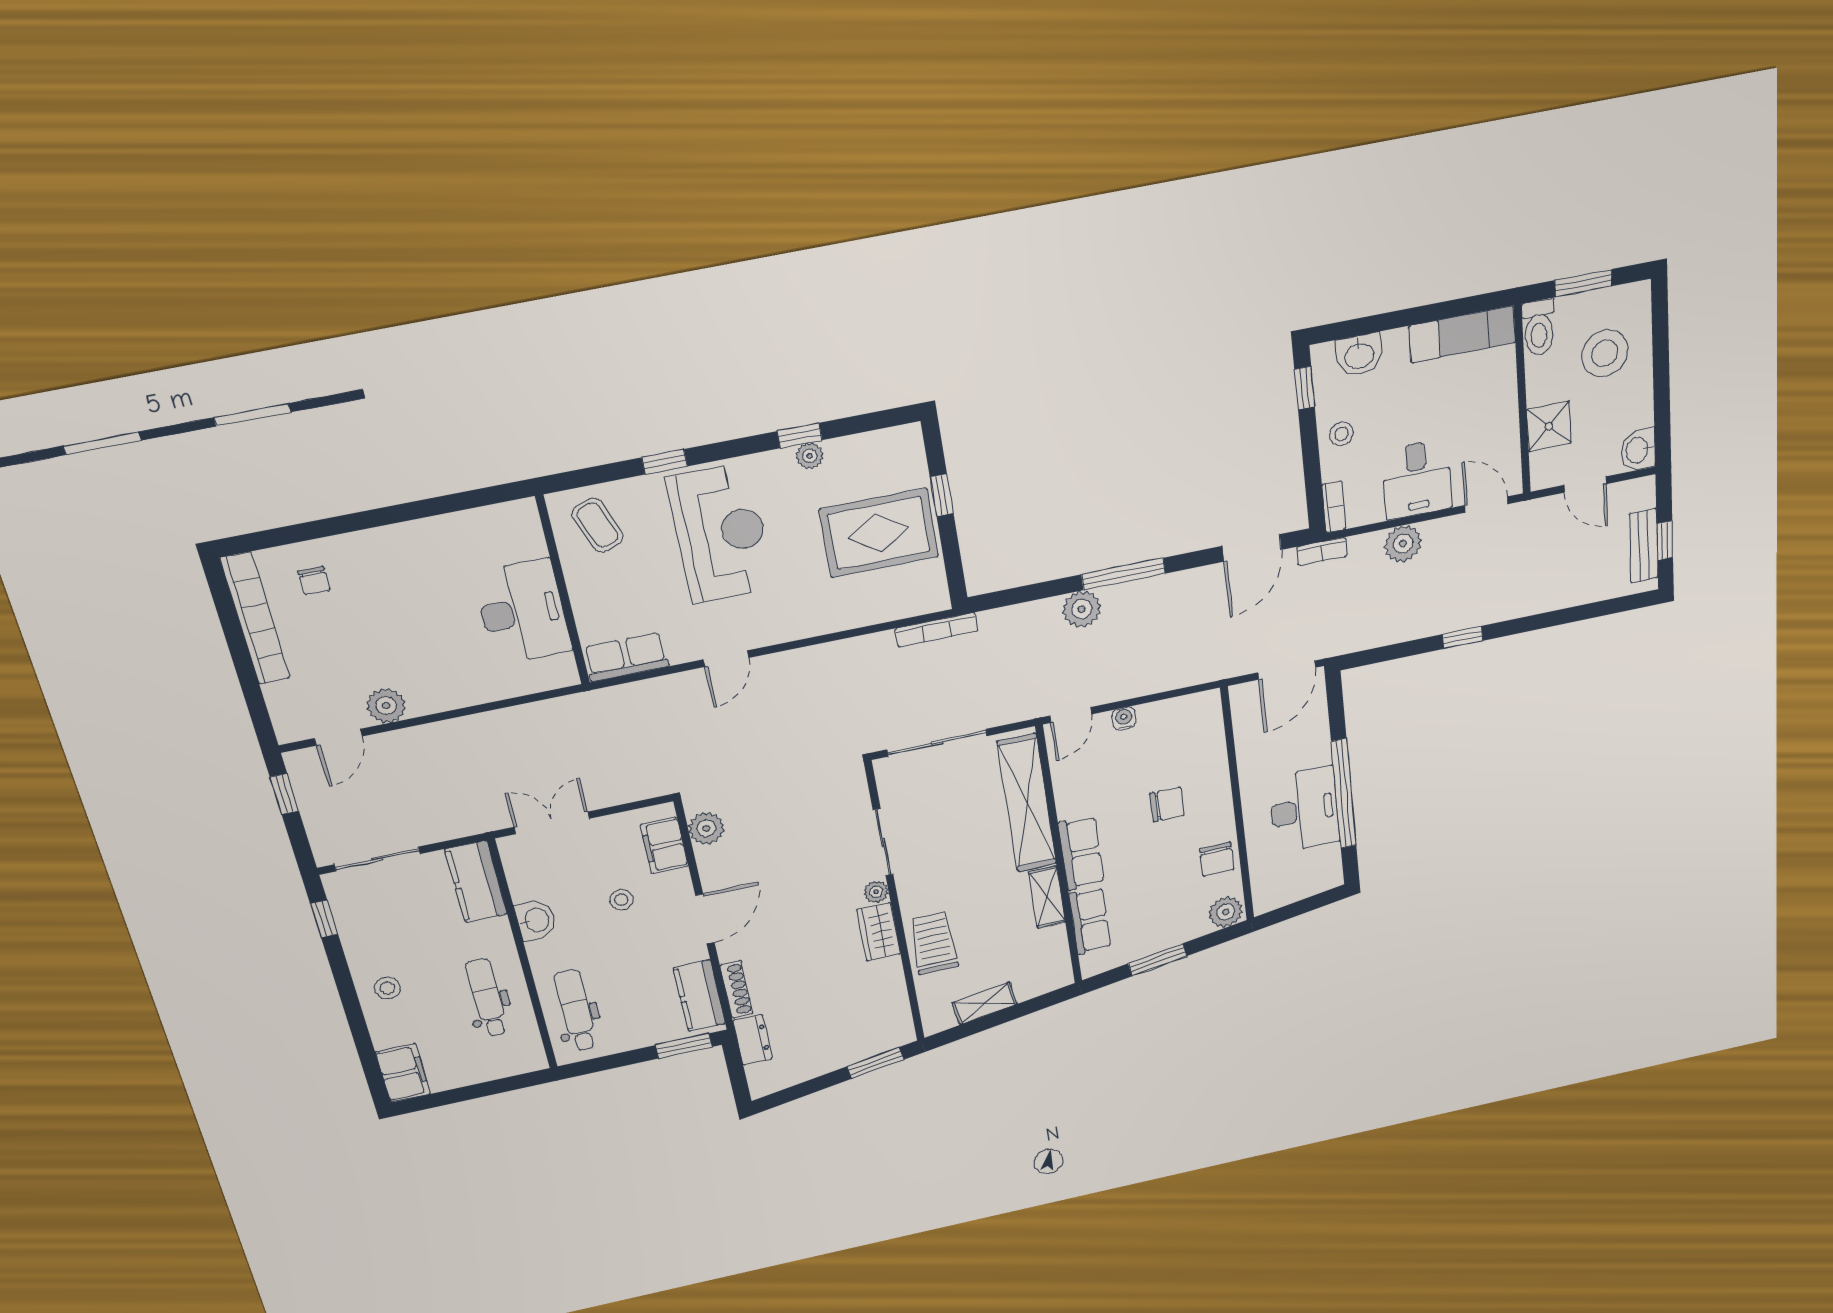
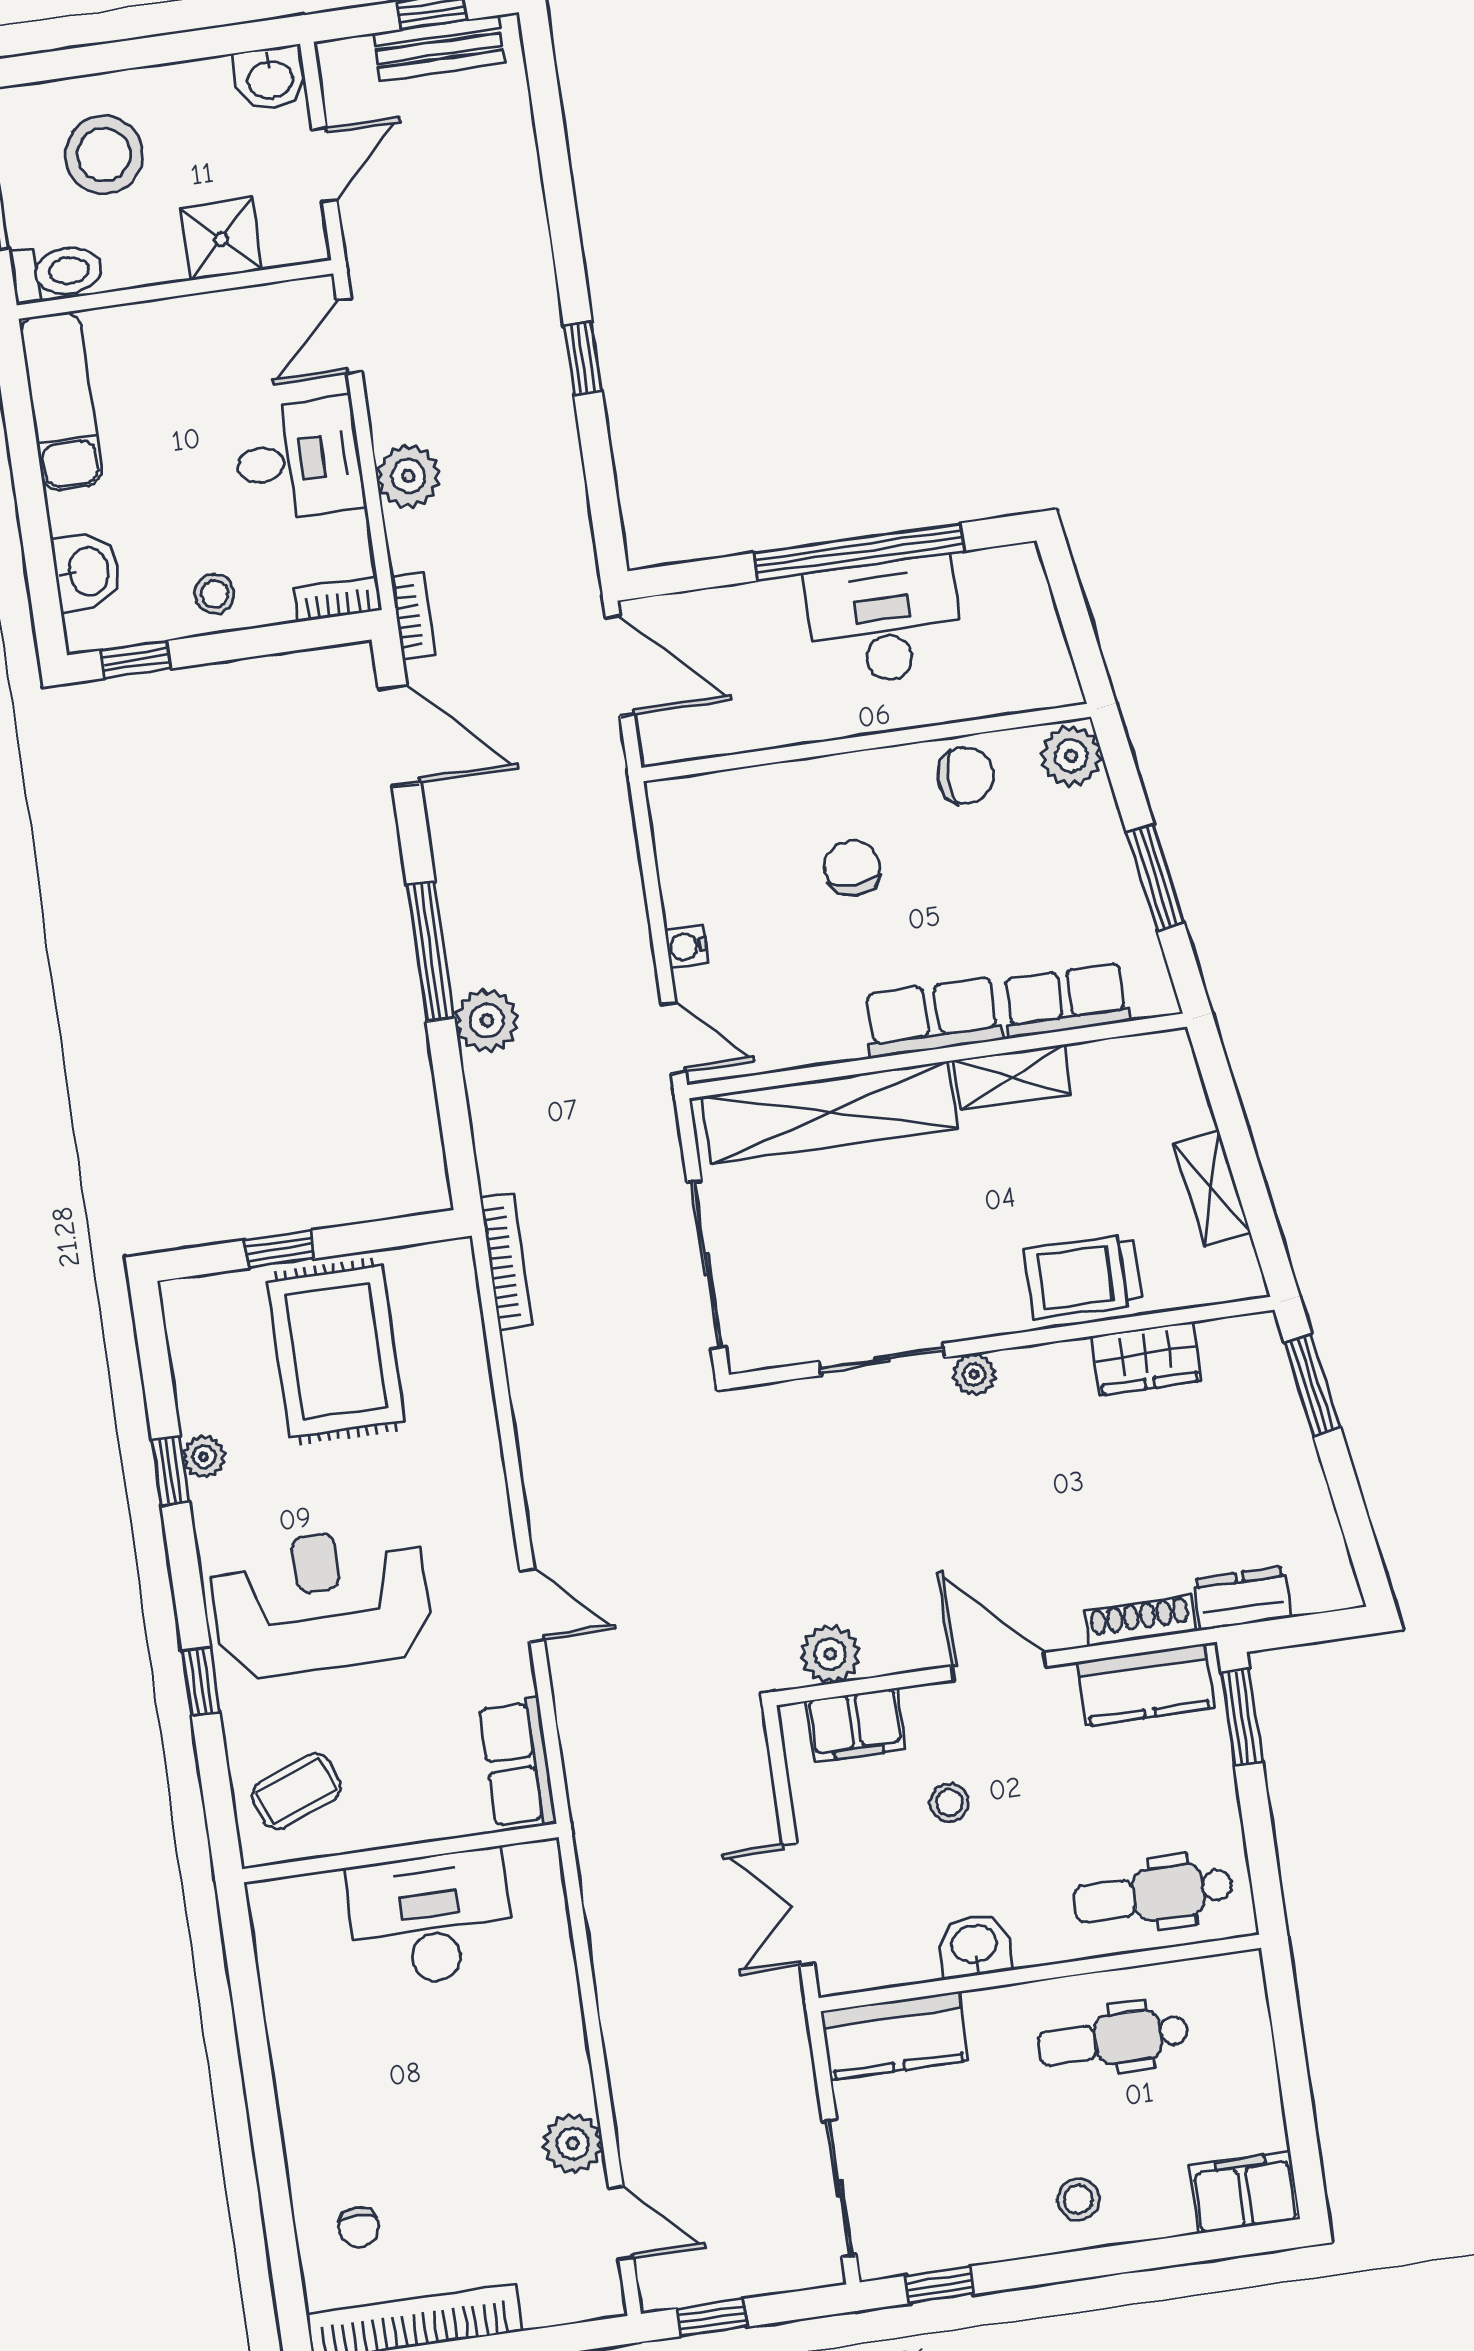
chair: (314, 581) -> (359, 2227), turned 90
wardrobe: (879, 932) -> (1146, 1358), moved

